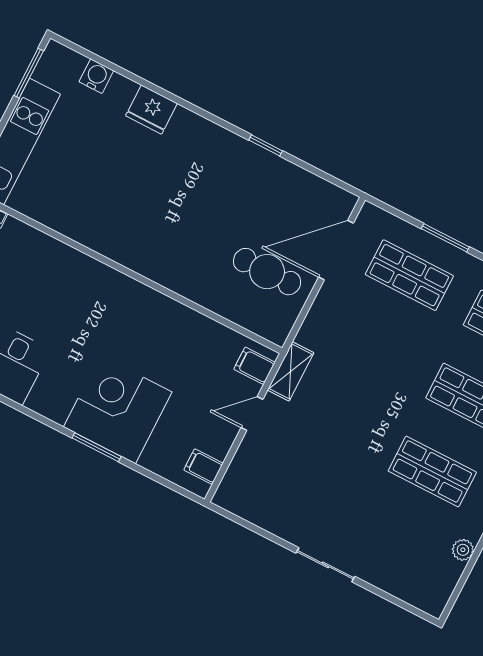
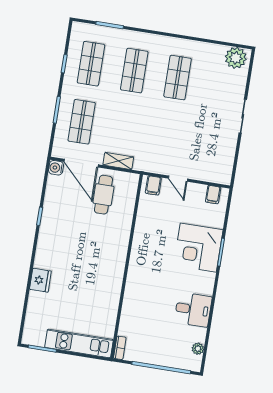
water cooler: (96, 76) -> (56, 168), moved
shelving: (291, 371) -> (118, 161), moved
plant: (463, 550) -> (236, 58), moved, width x1.87, depth x1.87

